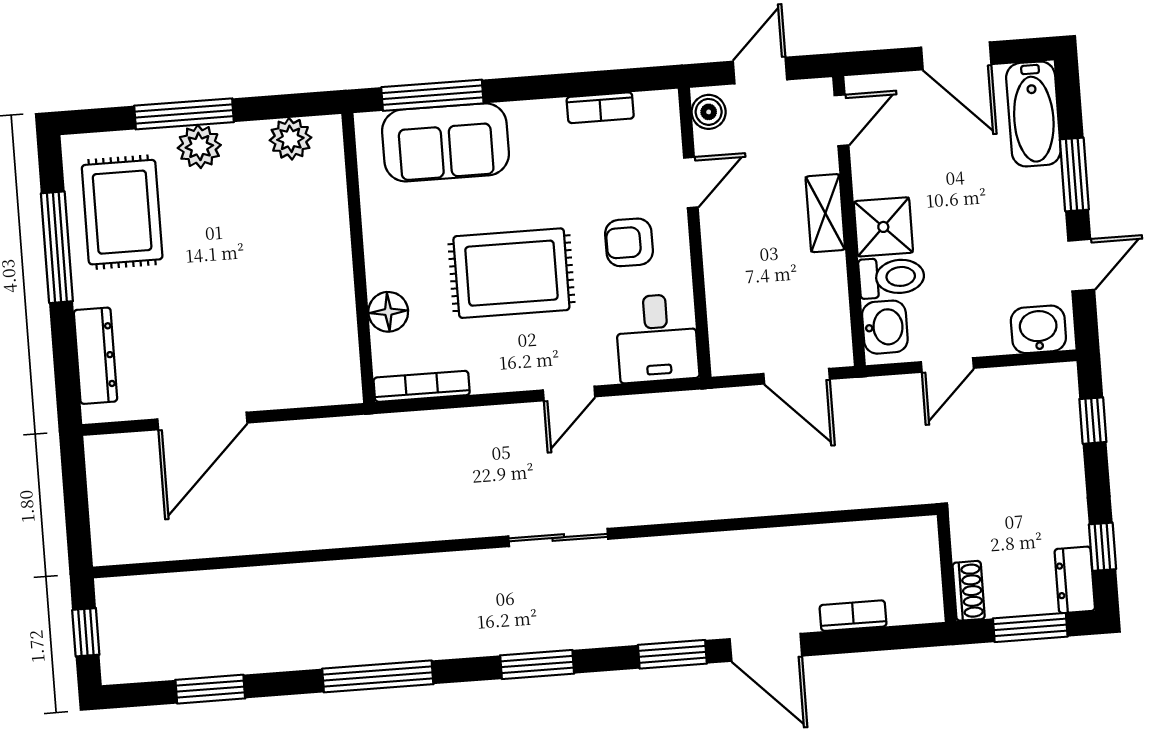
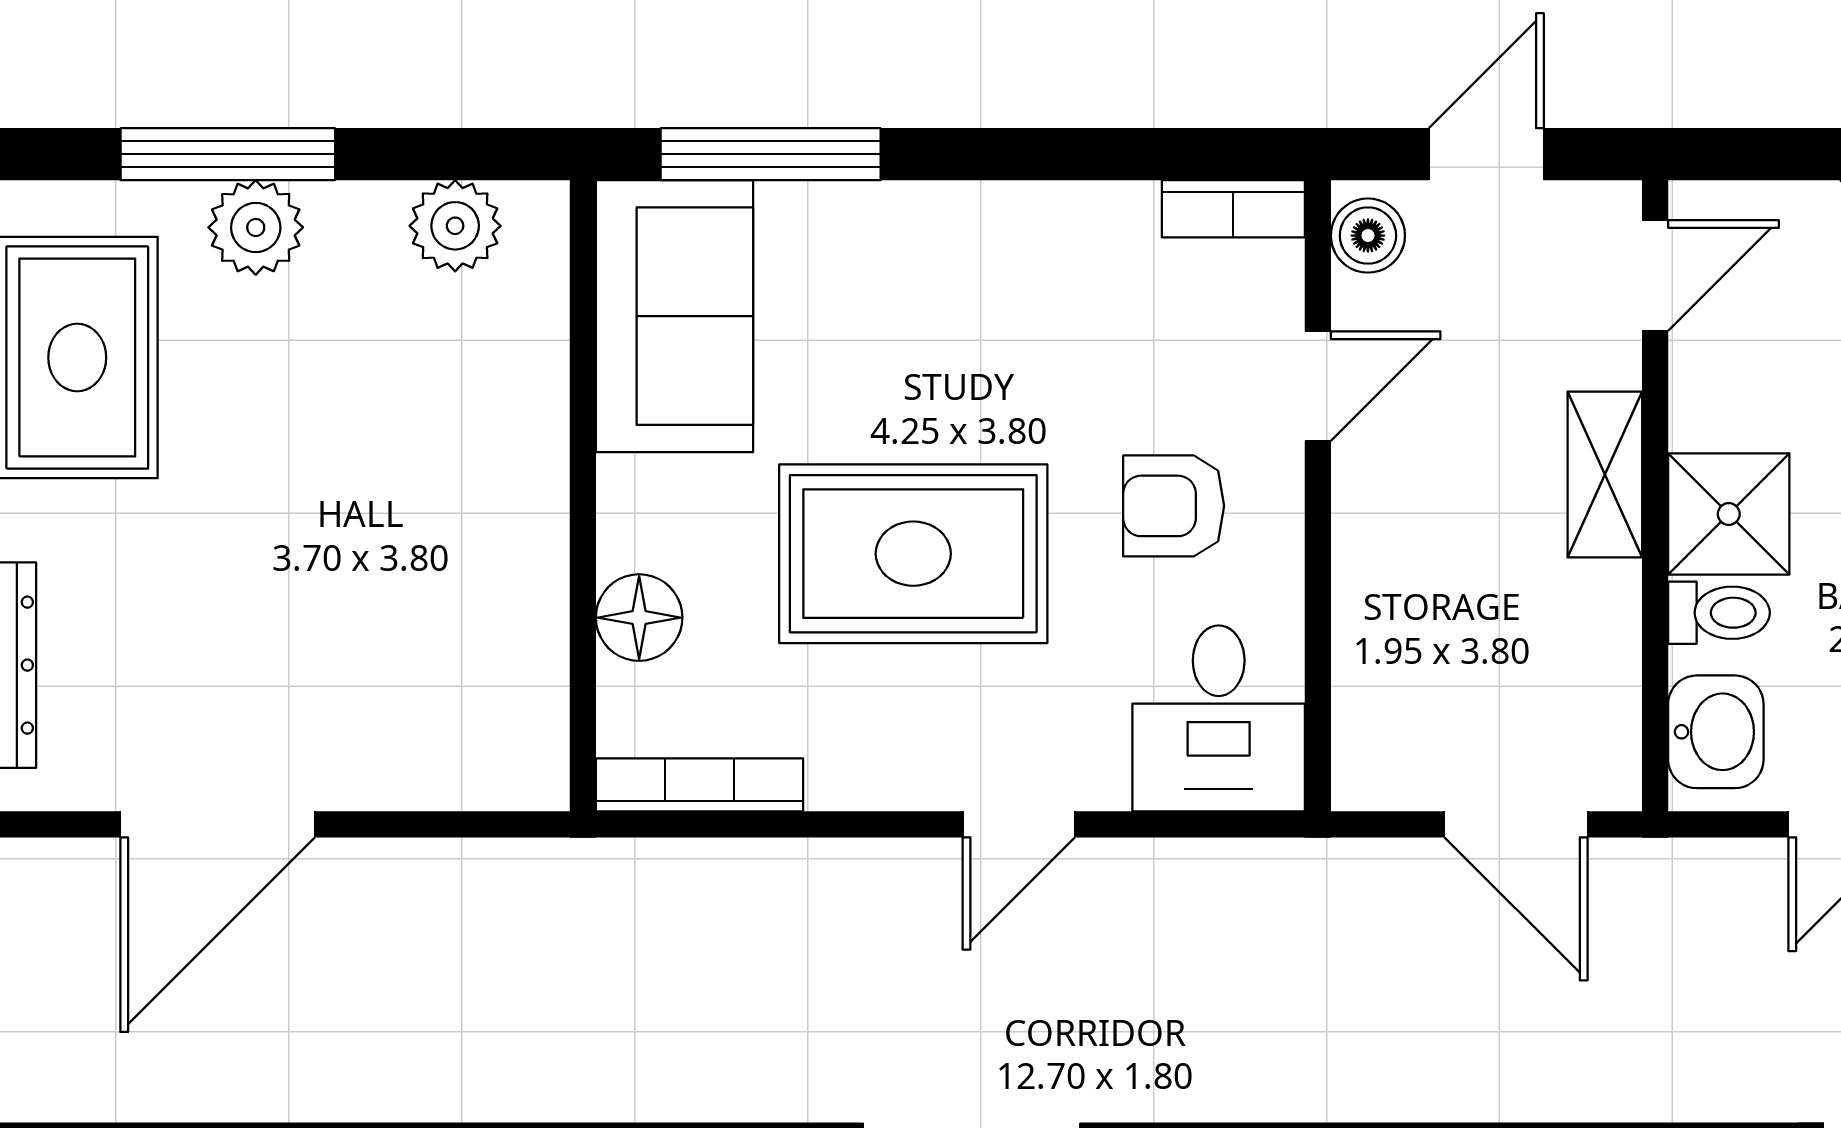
bookcase: (600, 108) -> (1233, 209), moved
sofa: (446, 142) -> (674, 316), moved, turned -90
toilet: (892, 277) -> (1719, 613), width x0.73, depth x0.72

